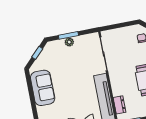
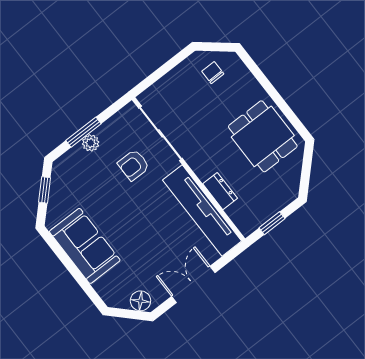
armchair: (84, 62) -> (134, 165), added
dresser: (120, 105) -> (220, 191), moved

